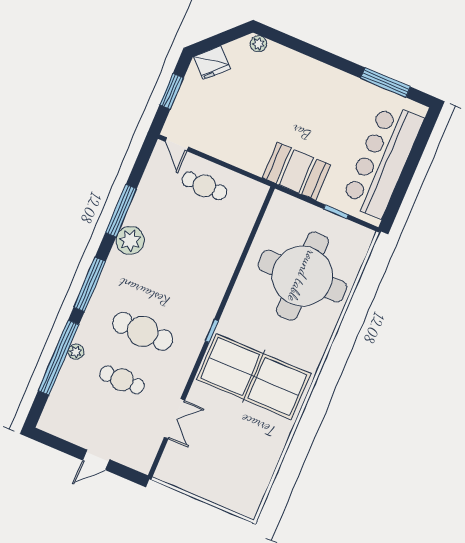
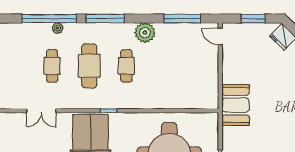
door: (177, 144) -> (220, 37), hinge flipped
booth: (296, 171) -> (236, 105), moved
cafe table: (204, 186) -> (126, 66), moved
window: (121, 211) -> (182, 19), moved

